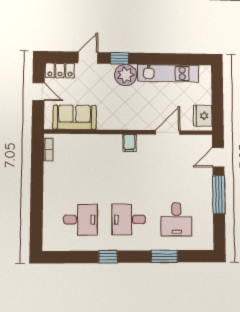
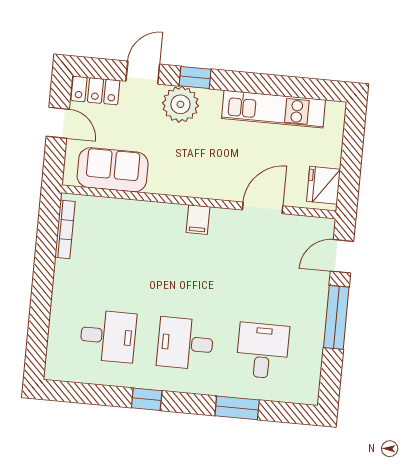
plant: (126, 75) -> (180, 104), moved
bookcase: (48, 150) -> (65, 229), width x1.56
desk: (176, 219) -> (263, 351), turned 180

